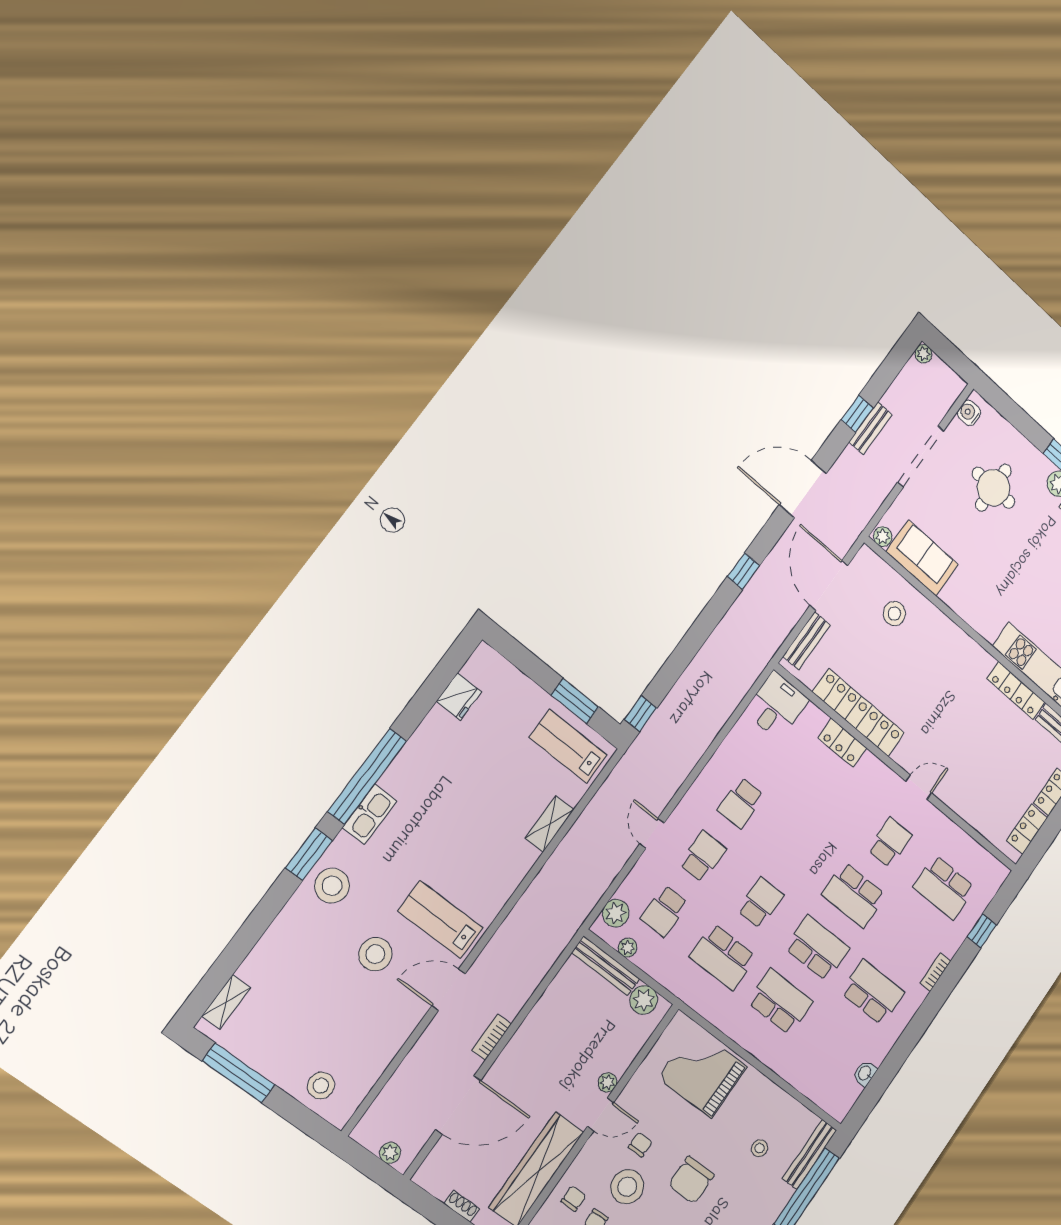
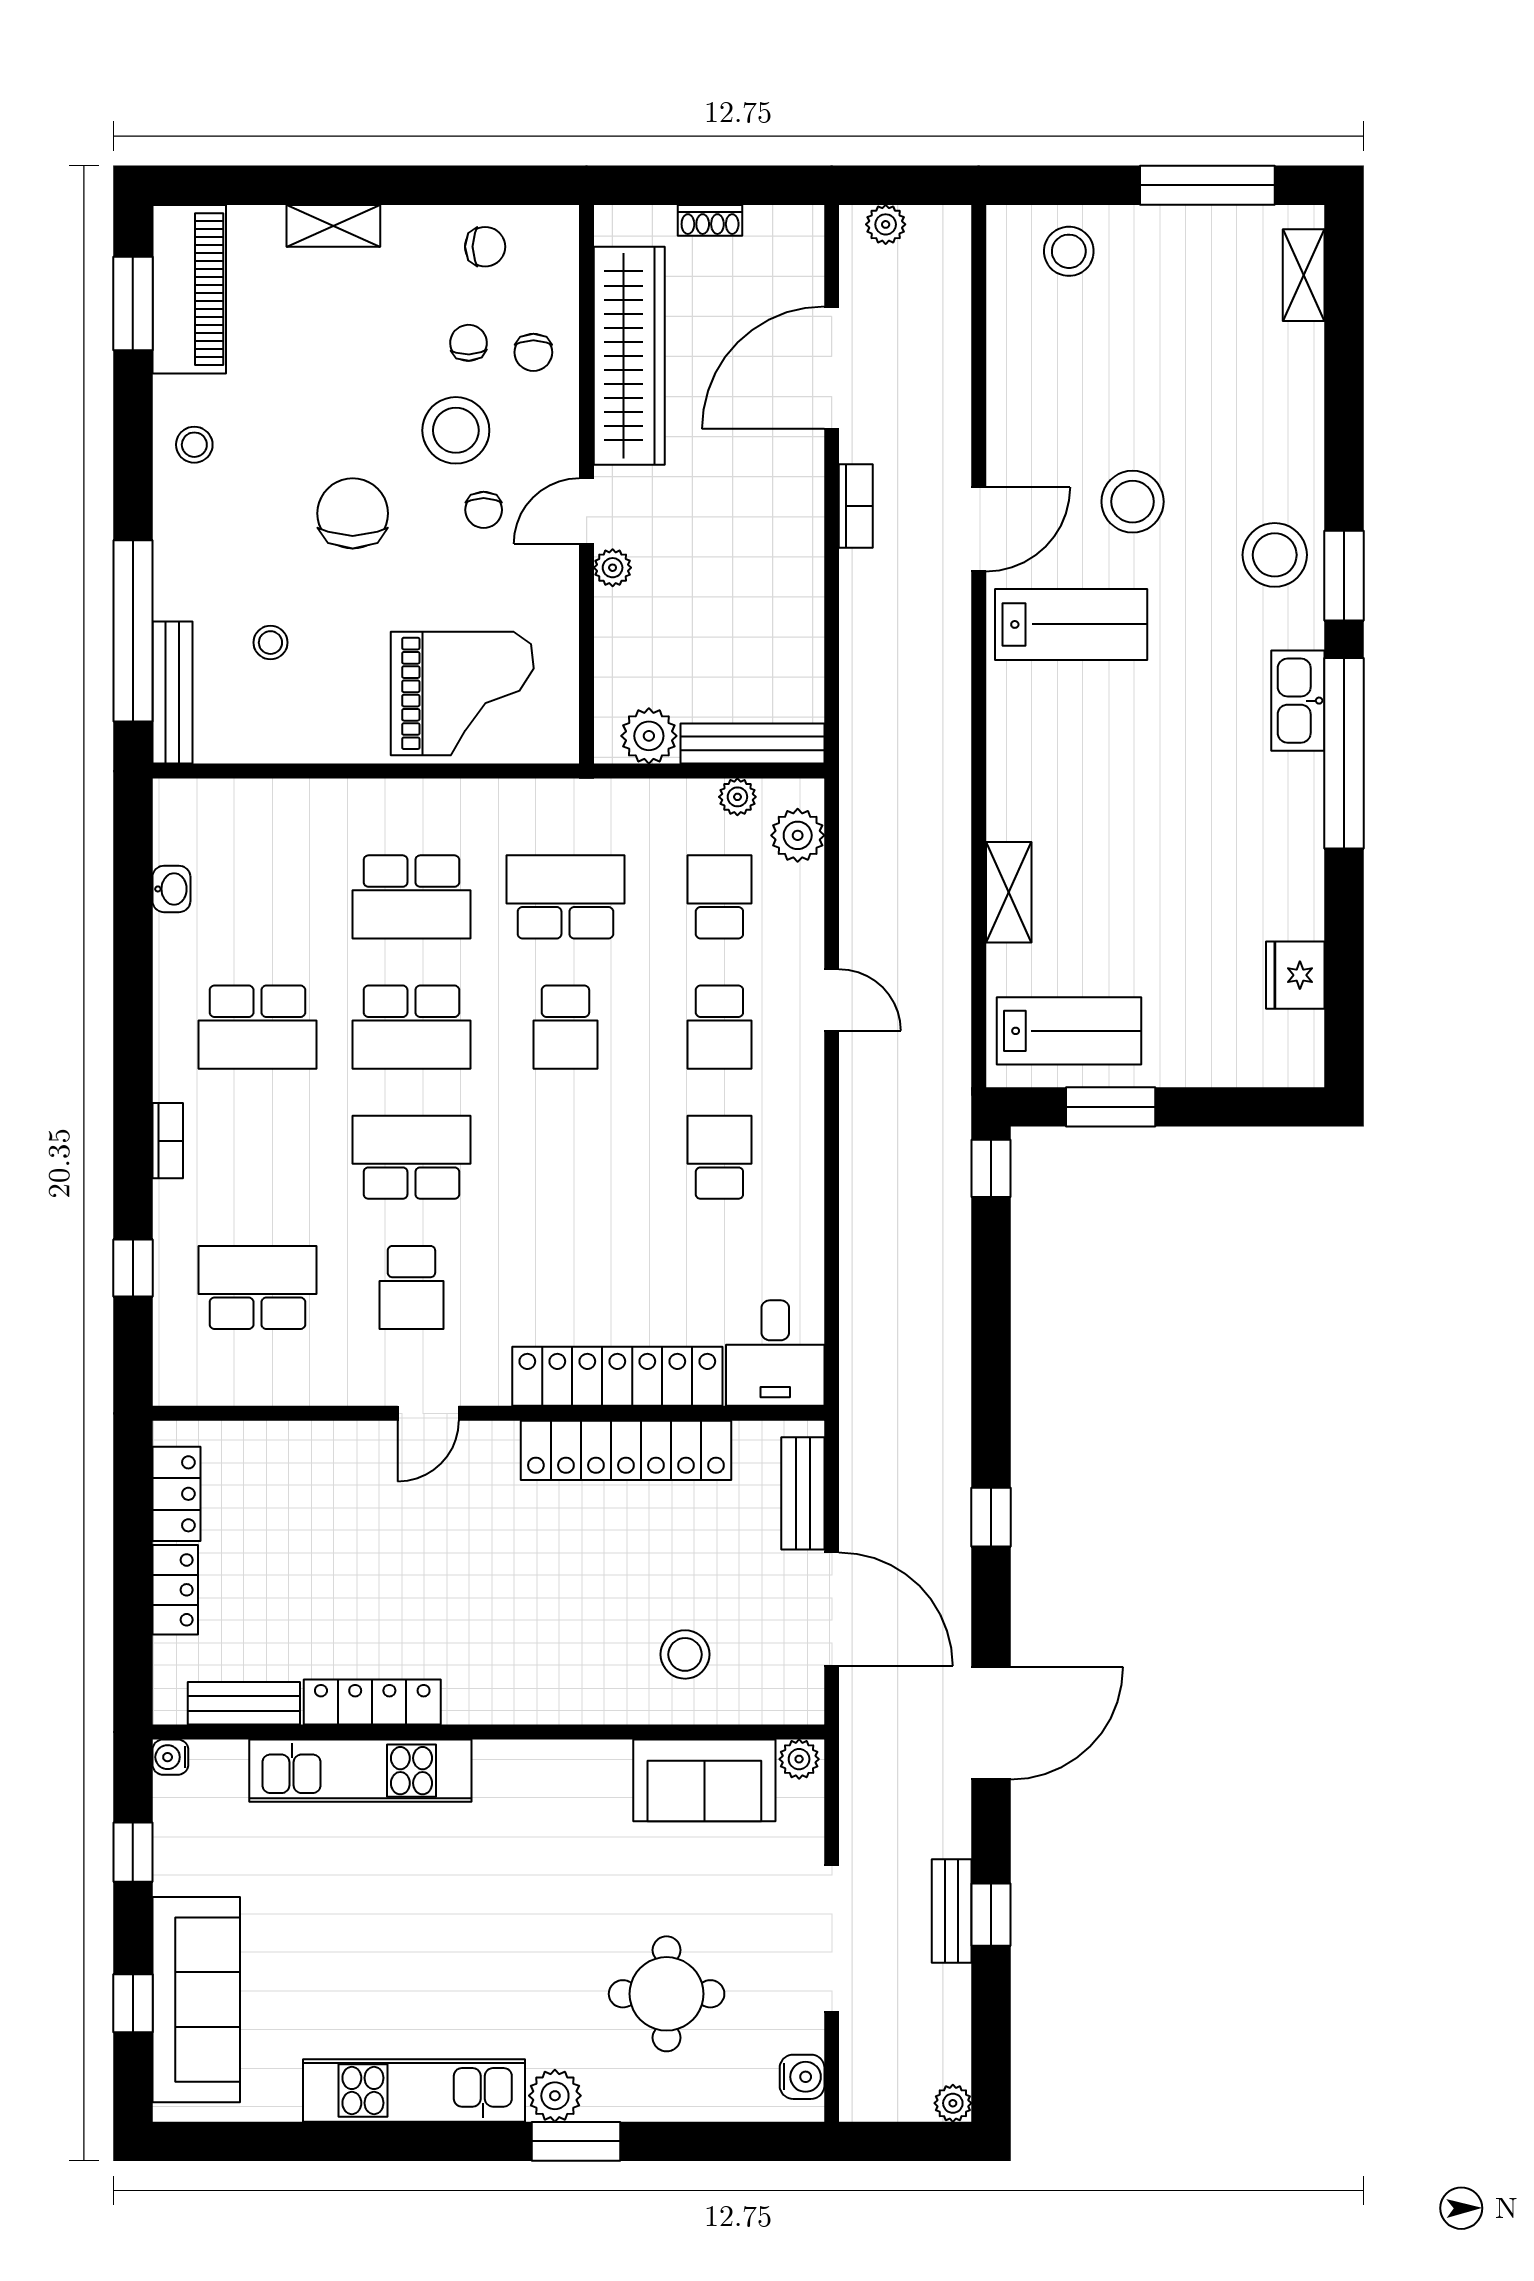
locker: (842, 743) -> (617, 1376), width x2.16, depth x1.21

